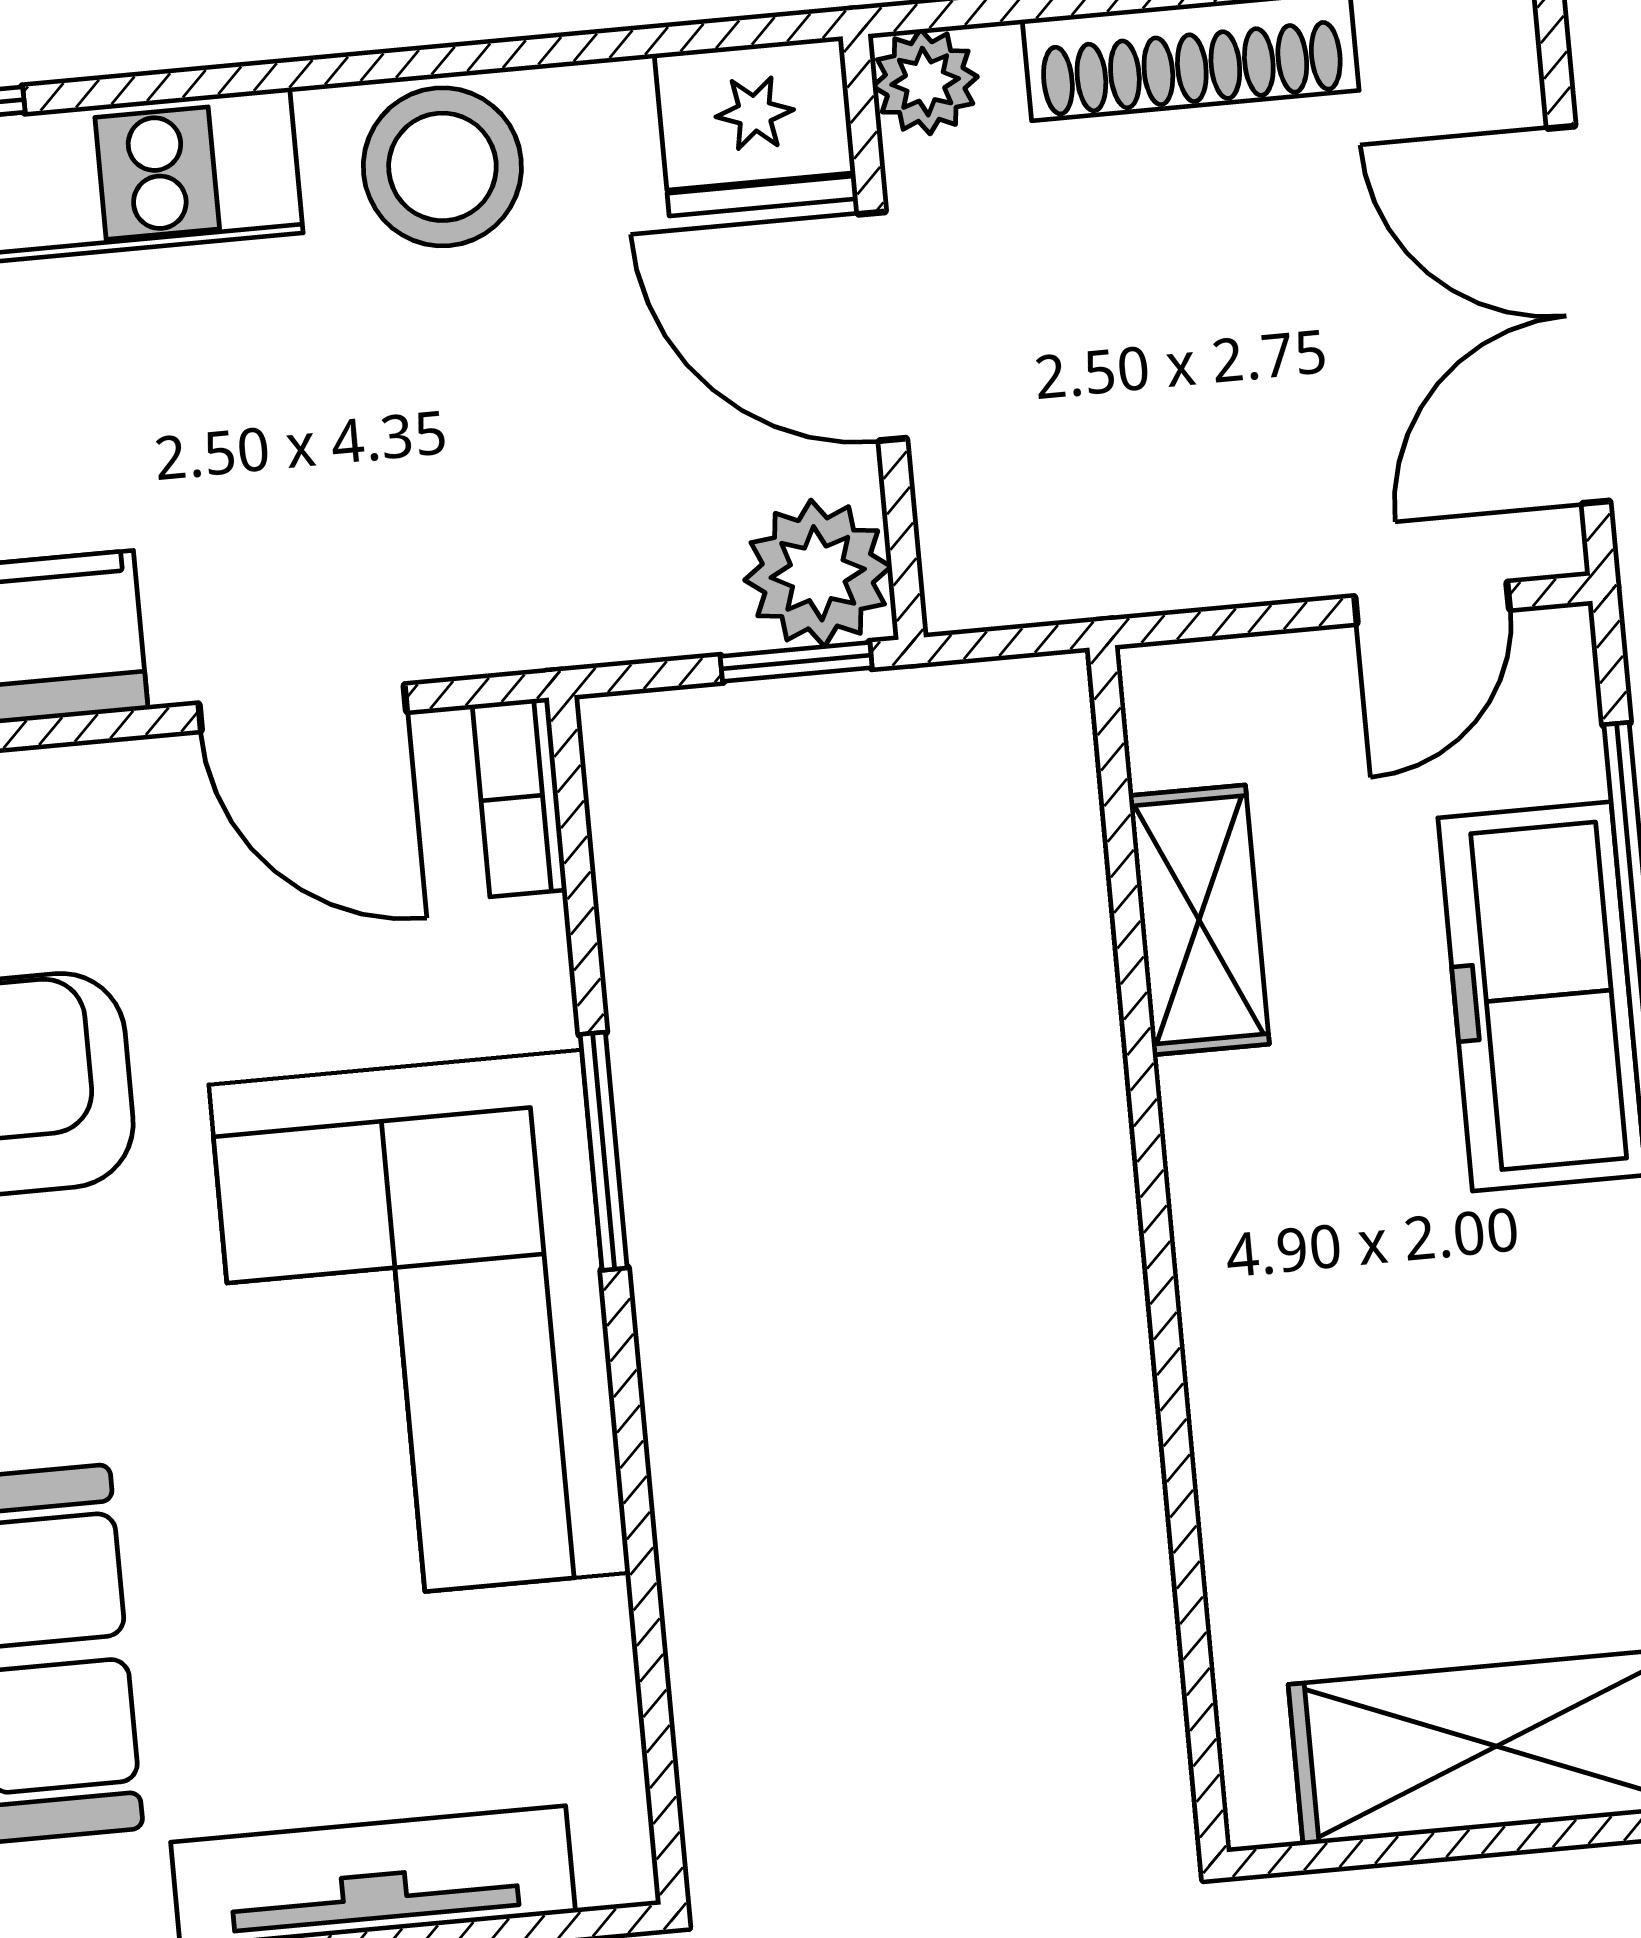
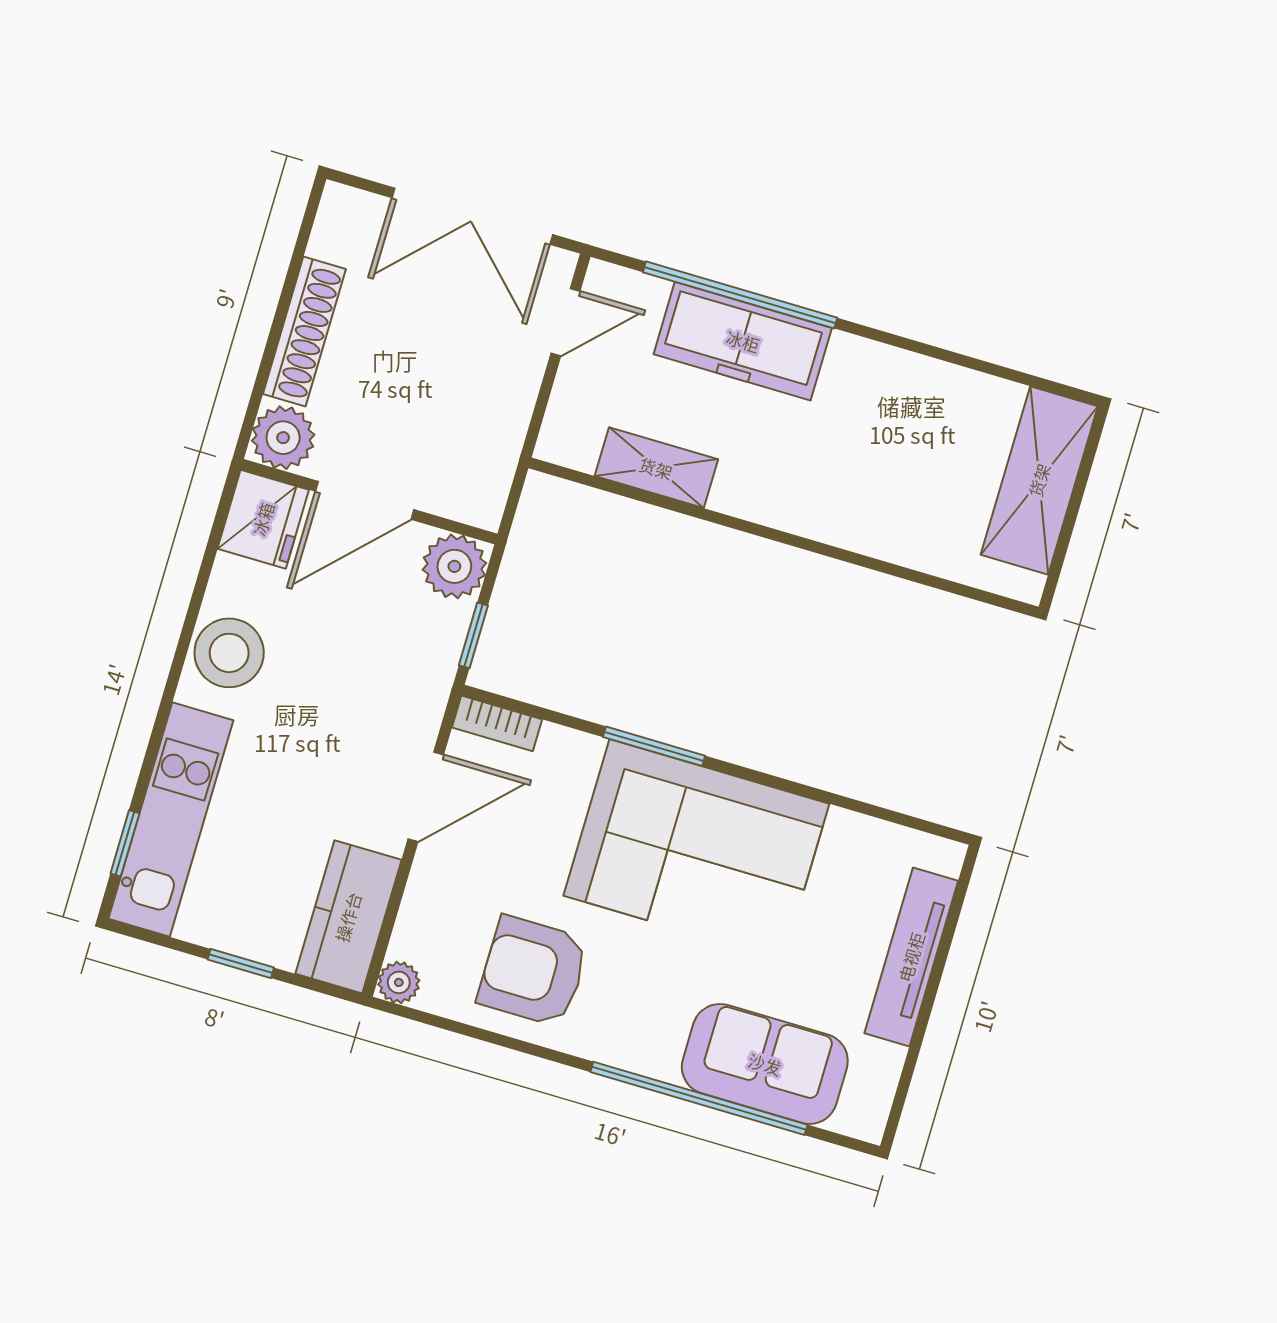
plant: (925, 82) -> (283, 438), width x1.38, depth x1.38
door: (1432, 603) -> (566, 322), hinge flipped
window: (796, 662) -> (473, 635), moved

